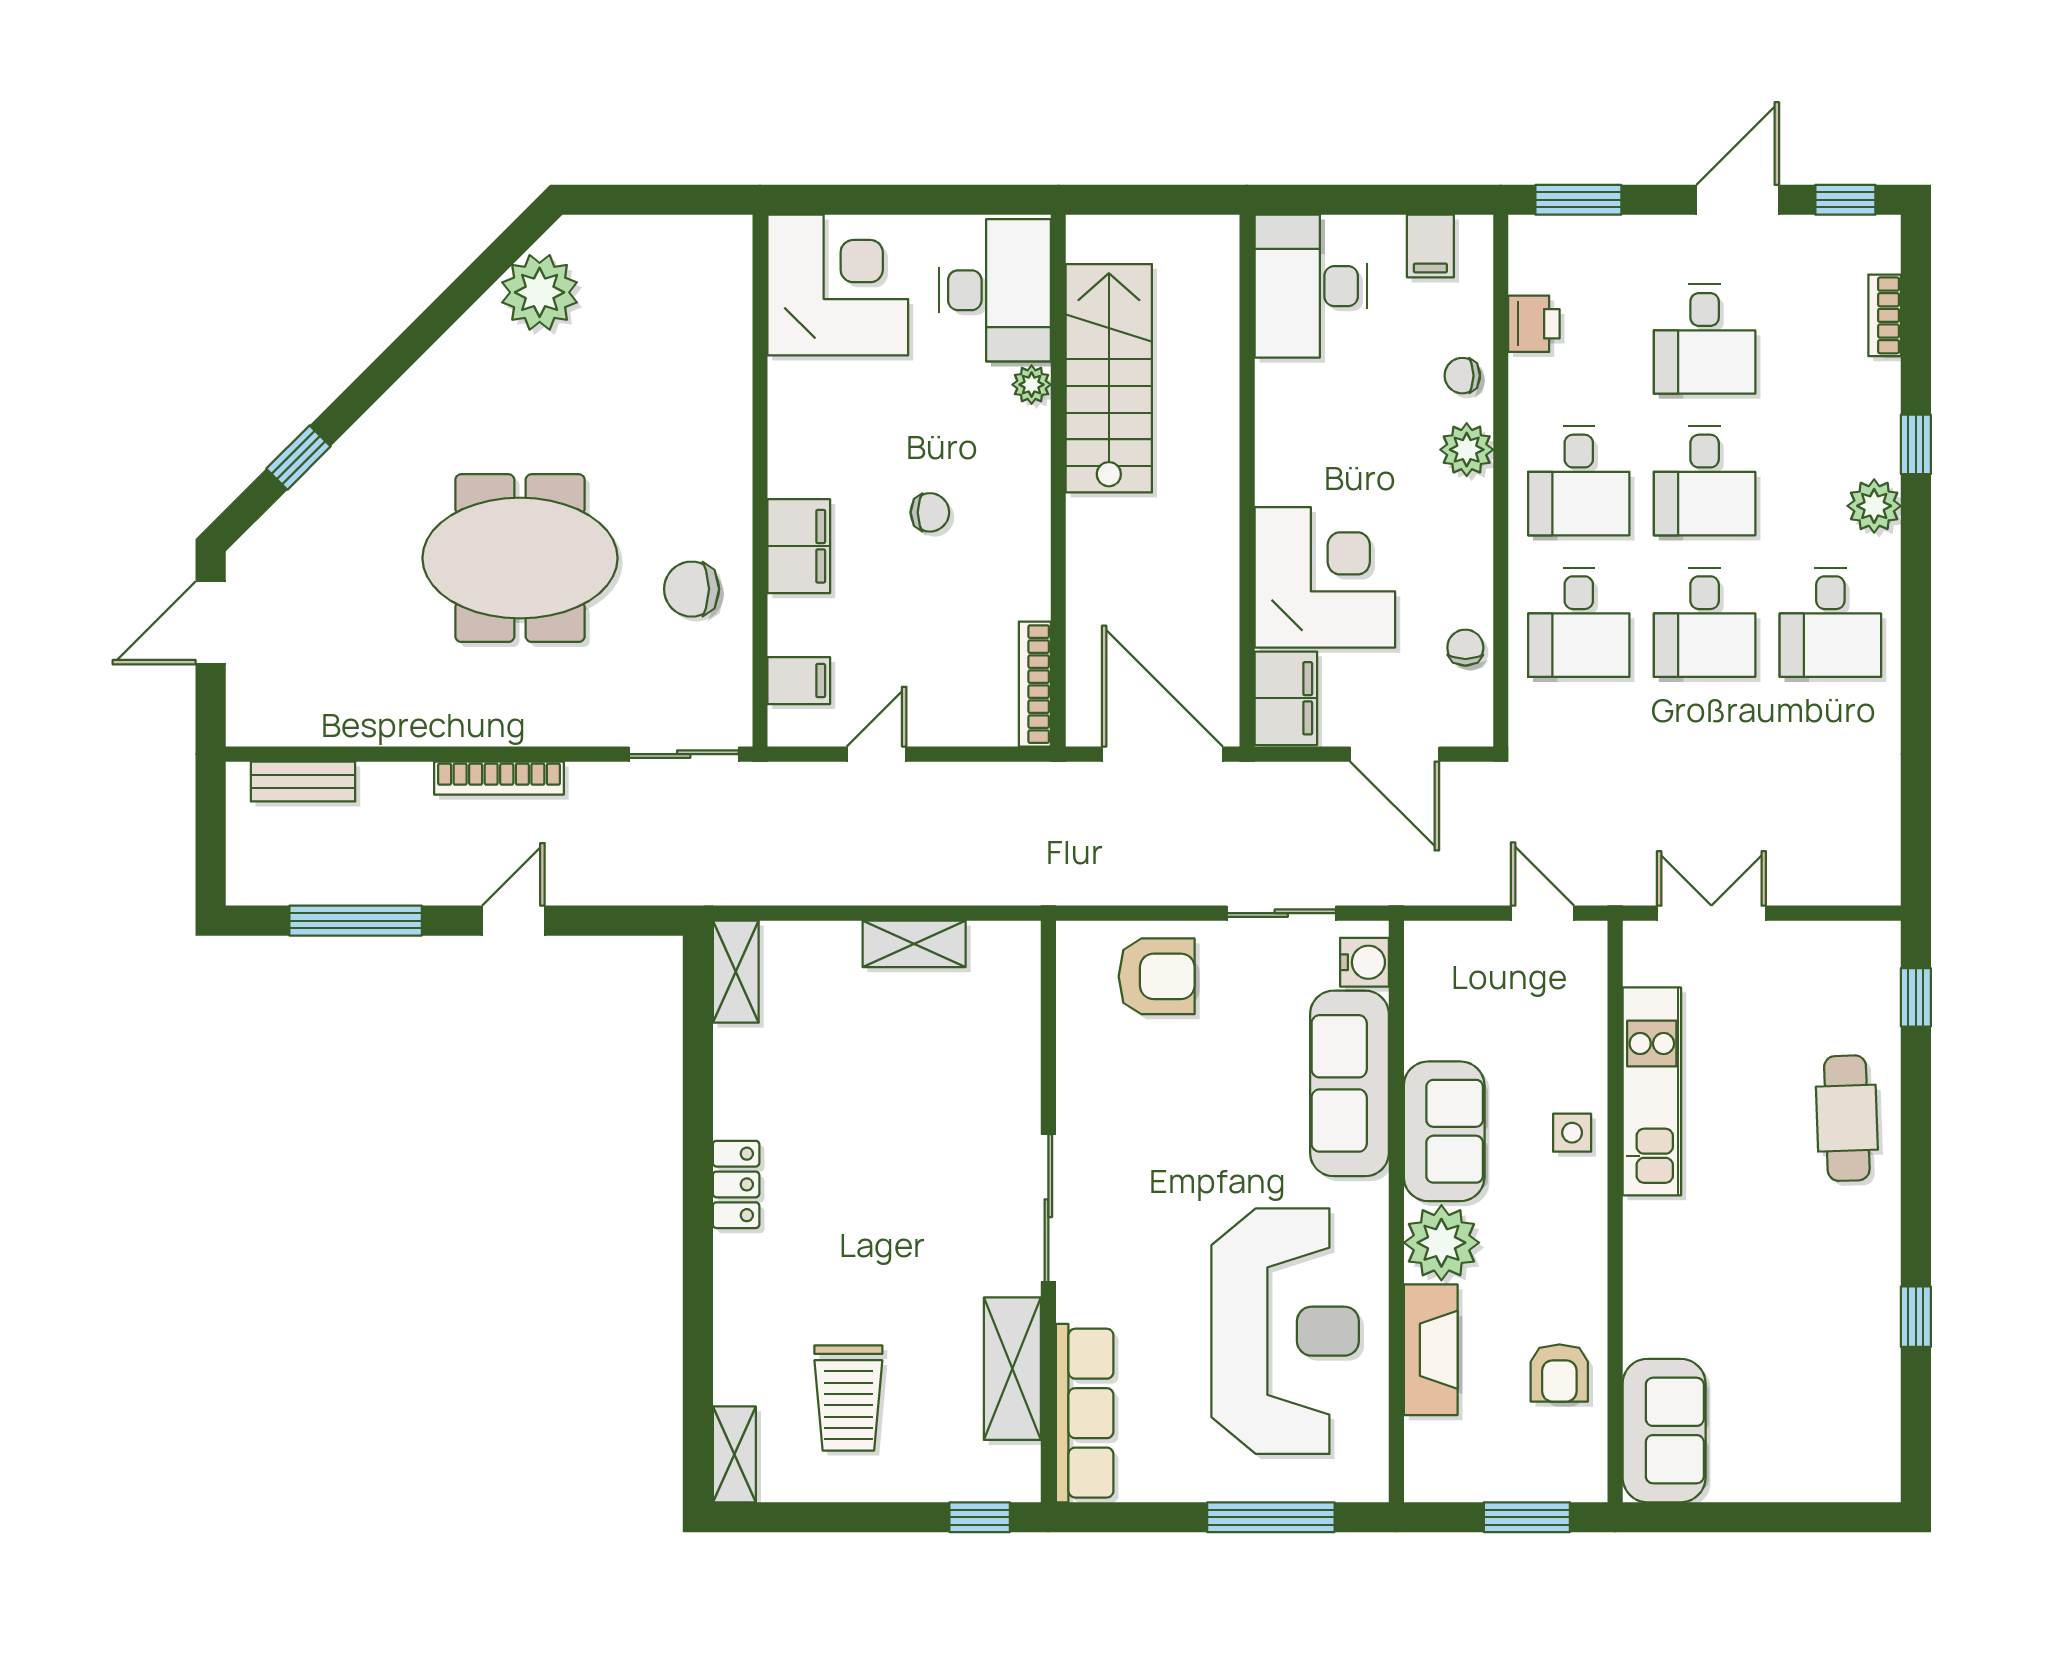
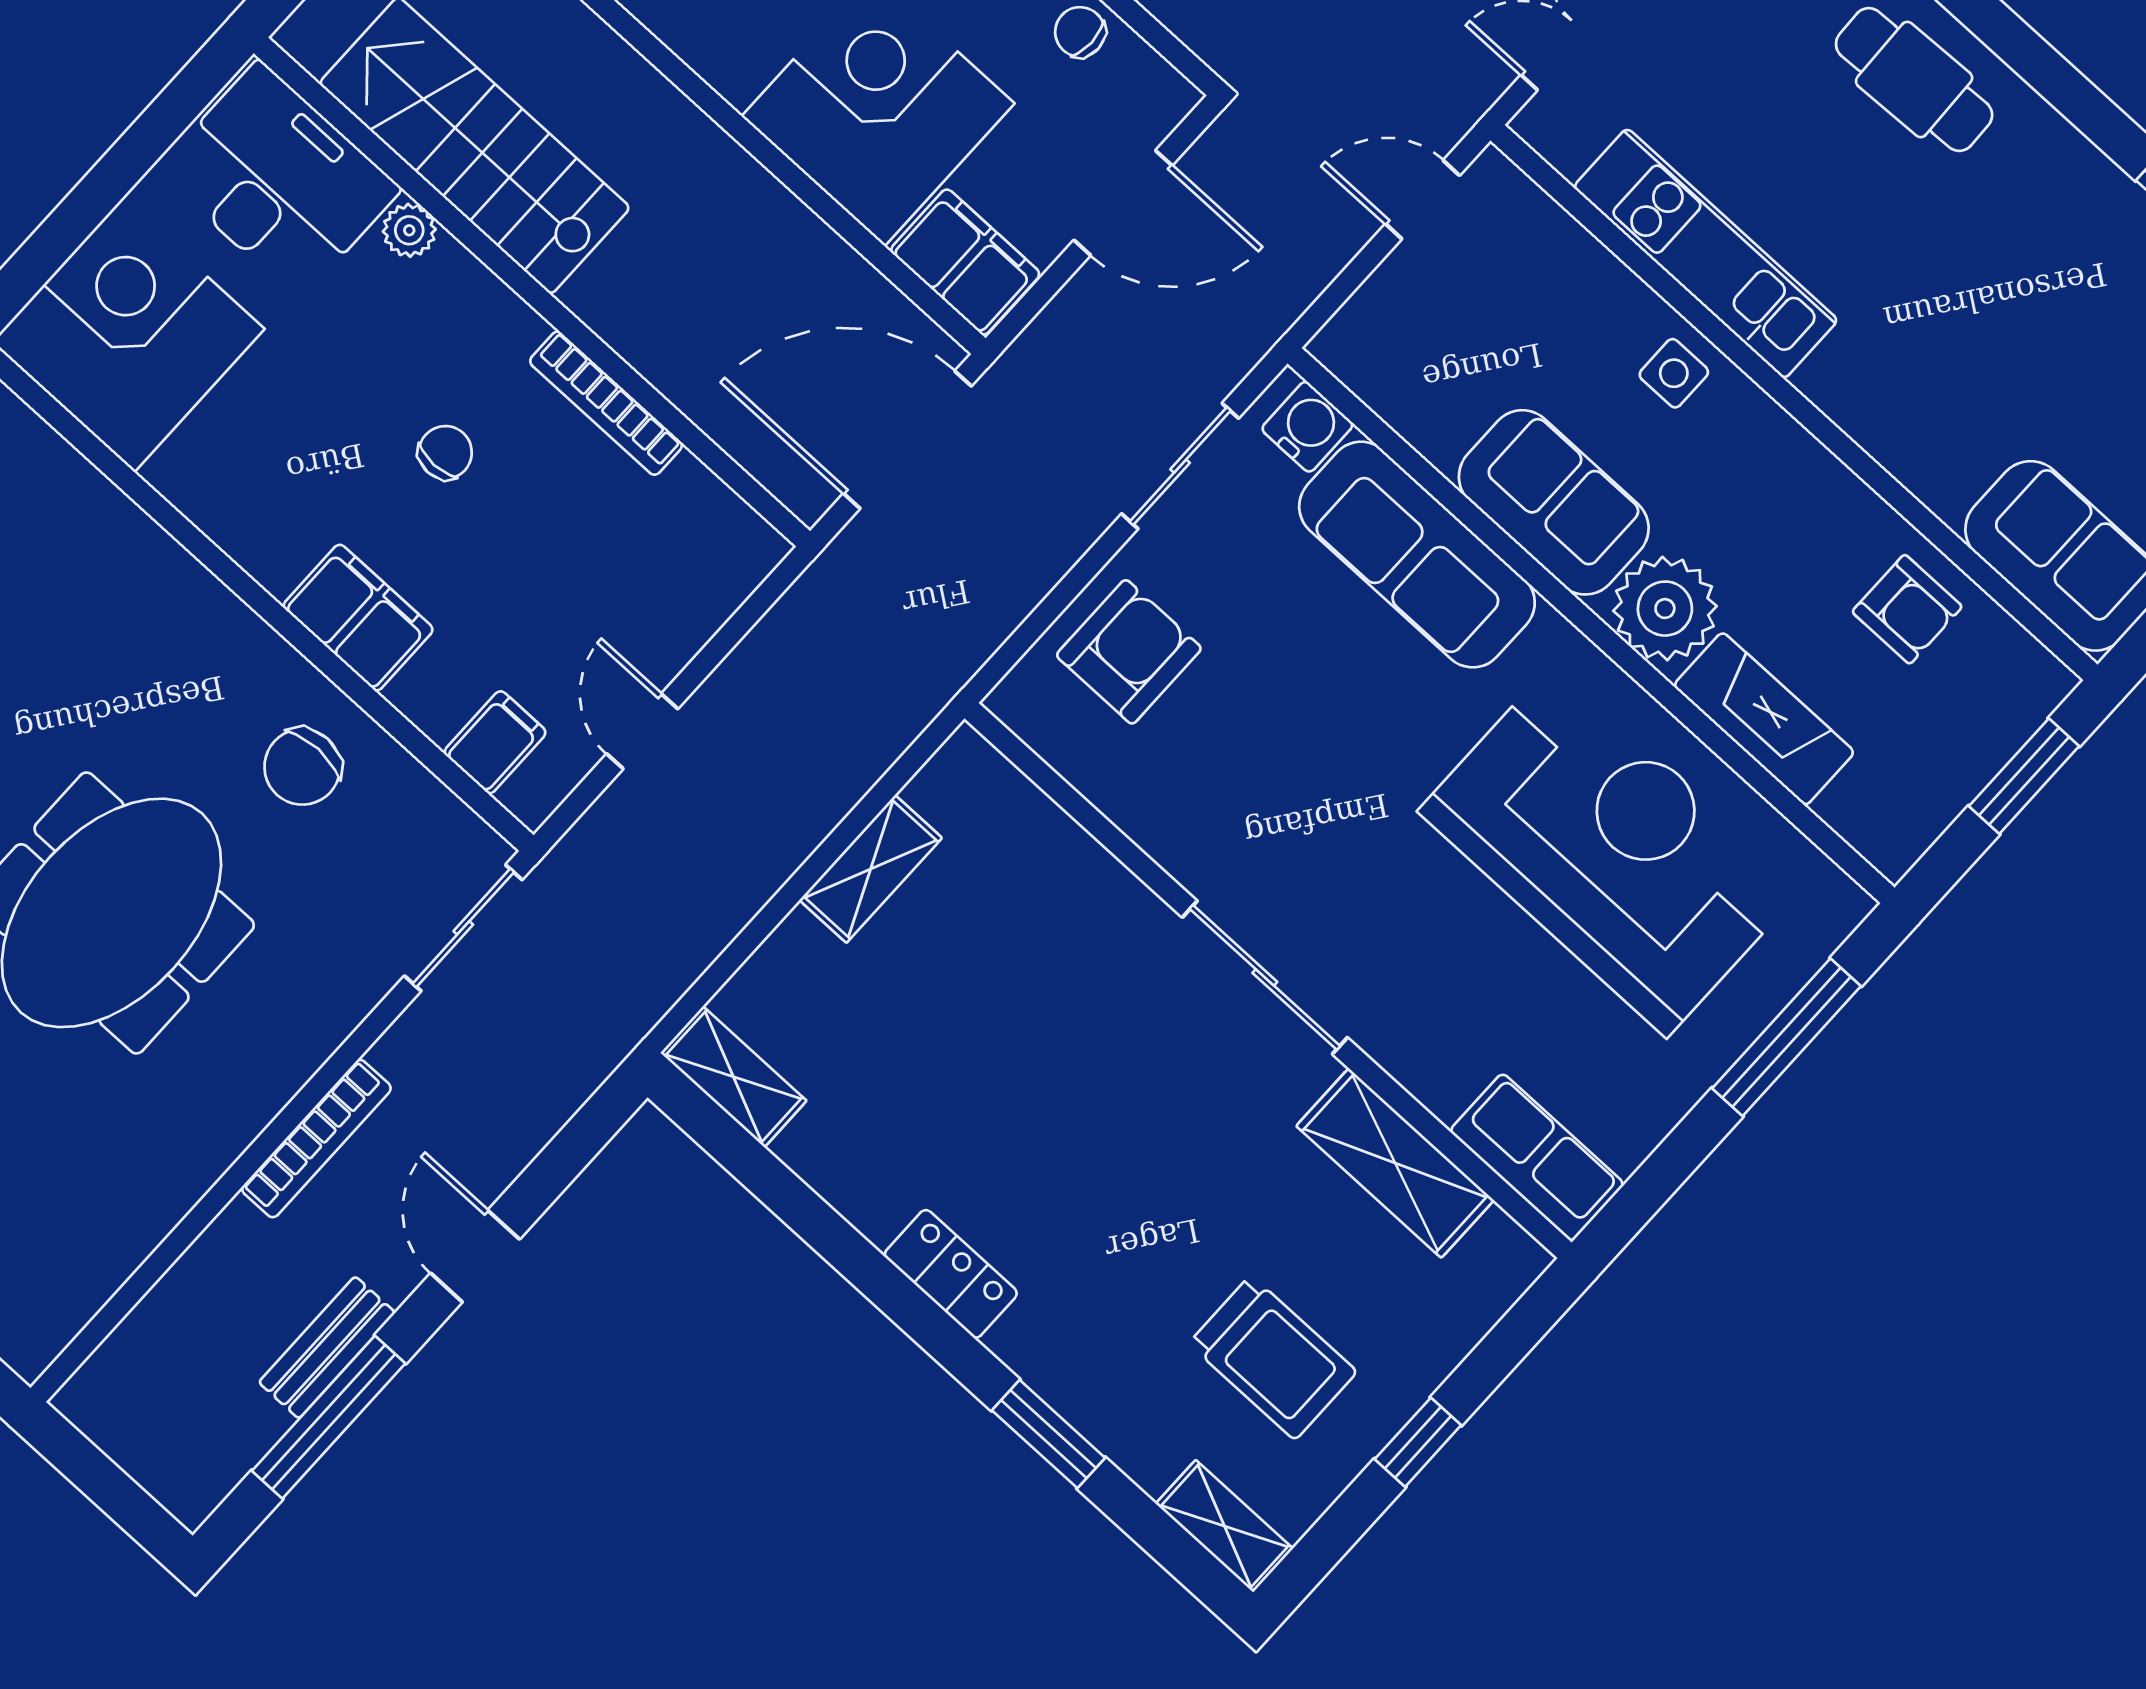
bookcase: (1035, 684) -> (606, 403), moved
bench: (303, 781) -> (327, 1347), moved
window: (698, 1315) -> (1049, 1434), added
row of seats: (1085, 1413) -> (1537, 1157), width x0.68
window: (980, 1517) -> (1418, 1442), moved

